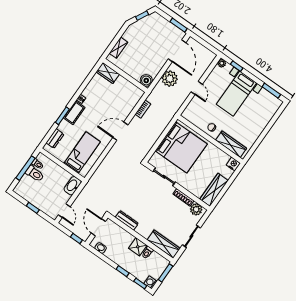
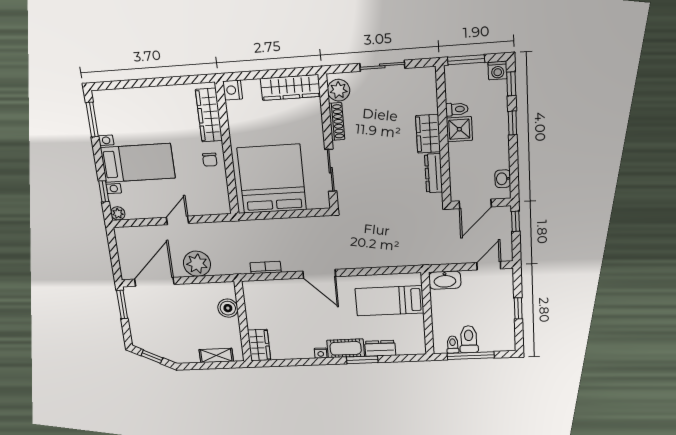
boiler: (146, 80) -> (228, 308), moved
dresser: (55, 139) -> (380, 348), moved
wardrobe: (164, 244) -> (428, 134), moved, width x0.67

